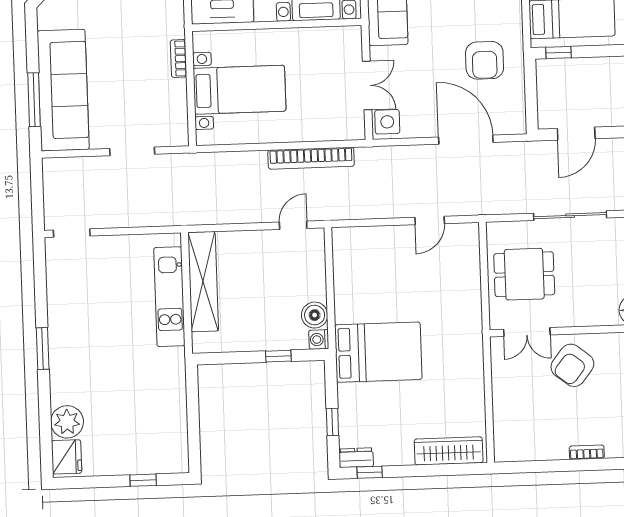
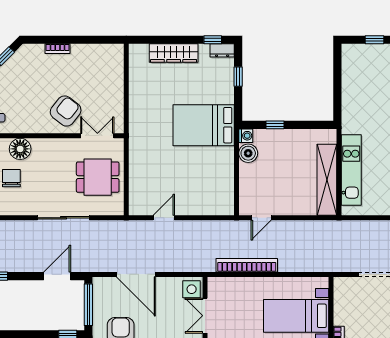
window: (531, 95) -> (88, 305), added
wardrobe: (449, 451) -> (174, 53), moved

